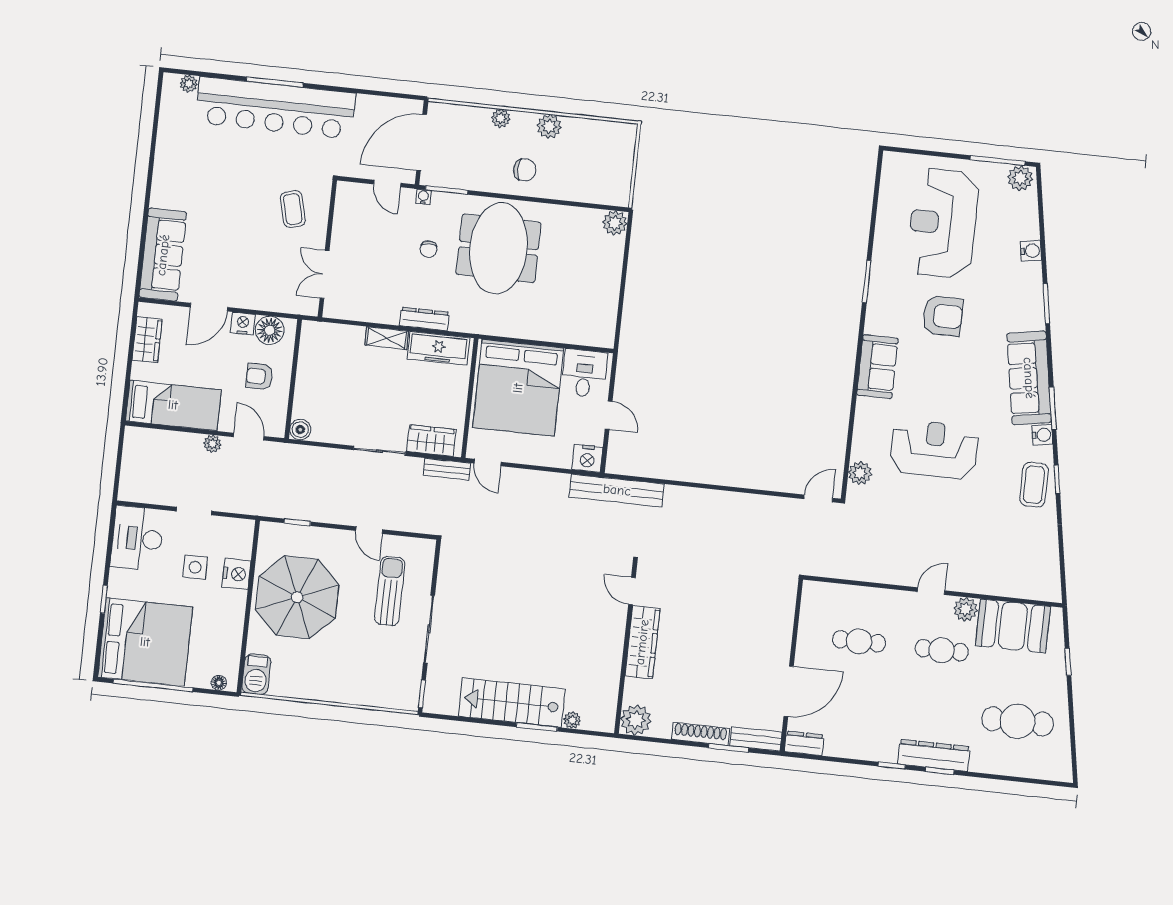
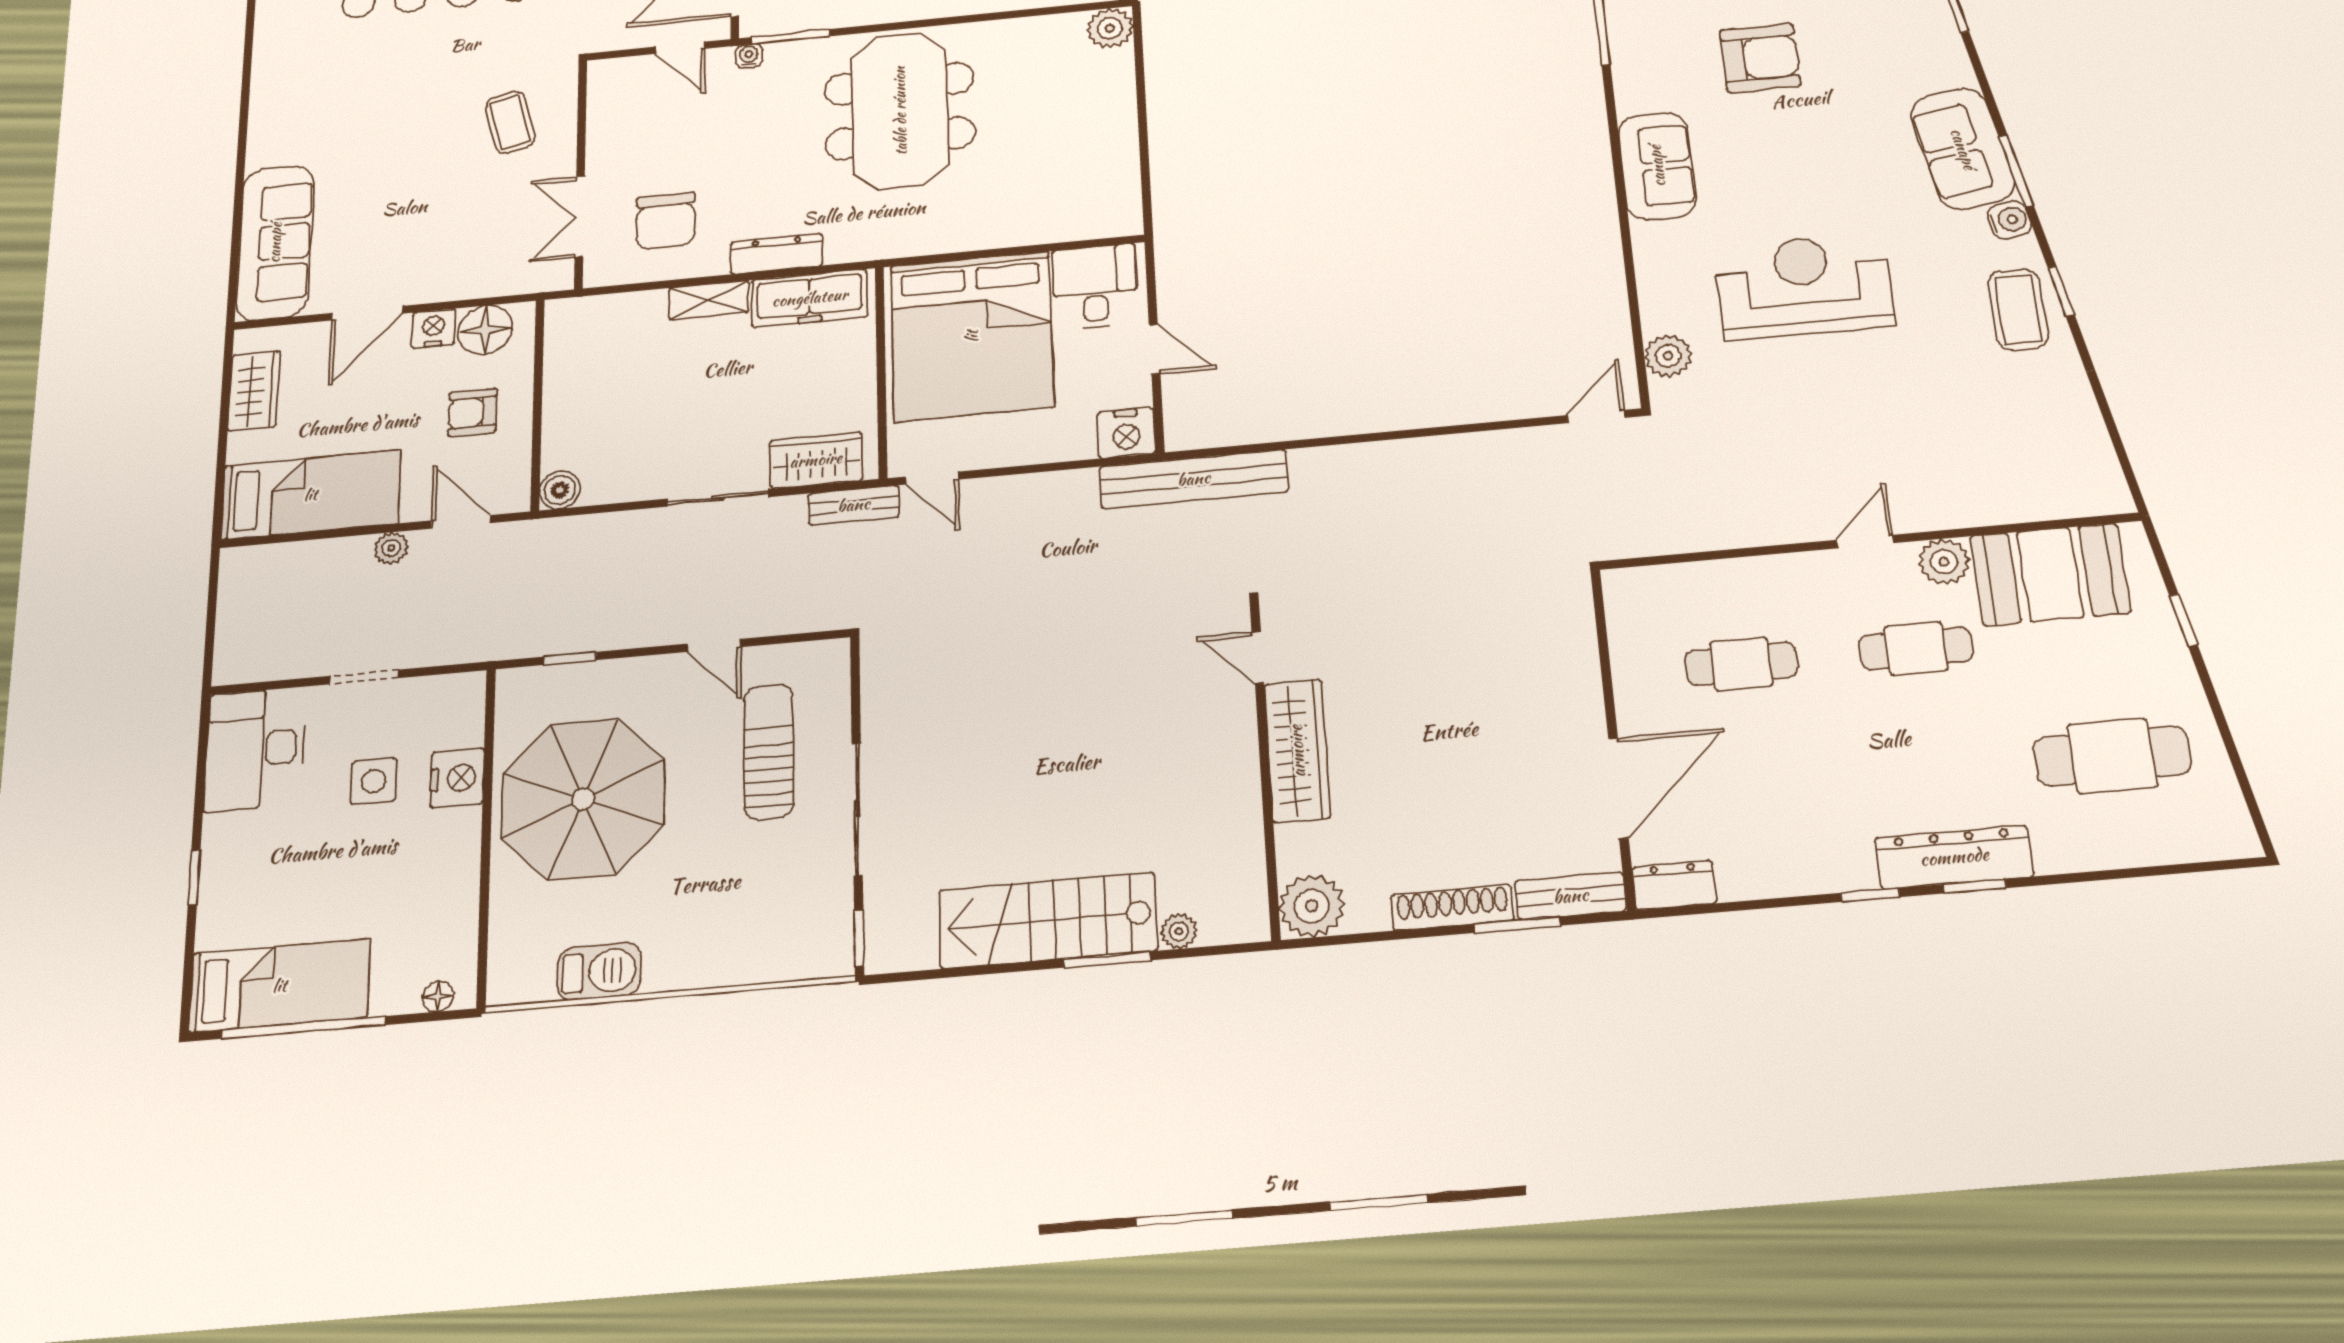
chair: (429, 249) -> (666, 221), moved, width x1.87, depth x1.87
sofa: (1029, 378) -> (1963, 149), width x0.73
bed: (145, 642) -> (280, 986), width x0.49
barbecue: (256, 674) -> (599, 971), moved, turned -90

